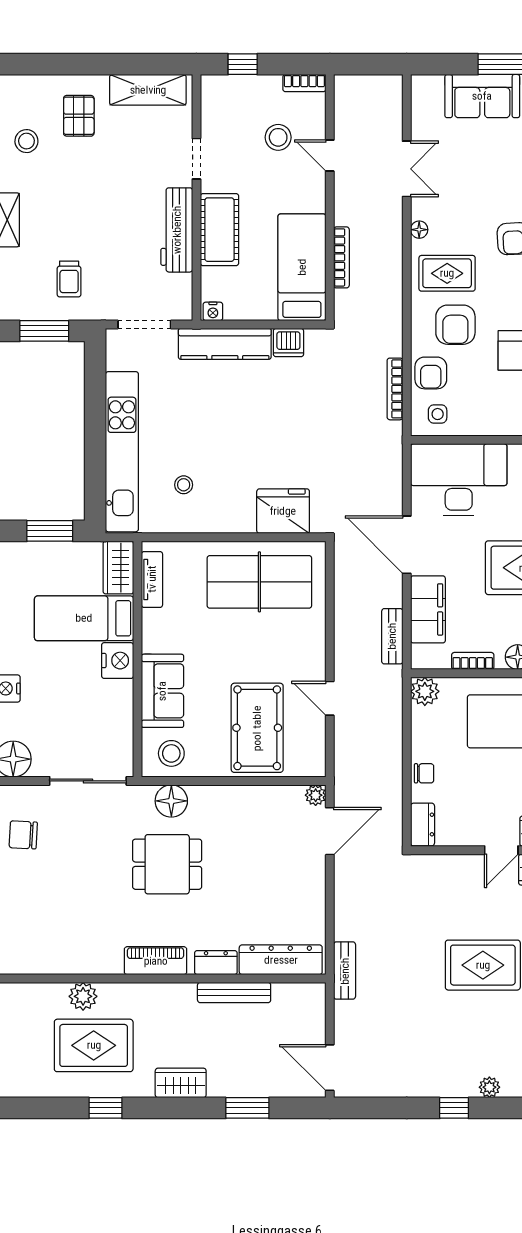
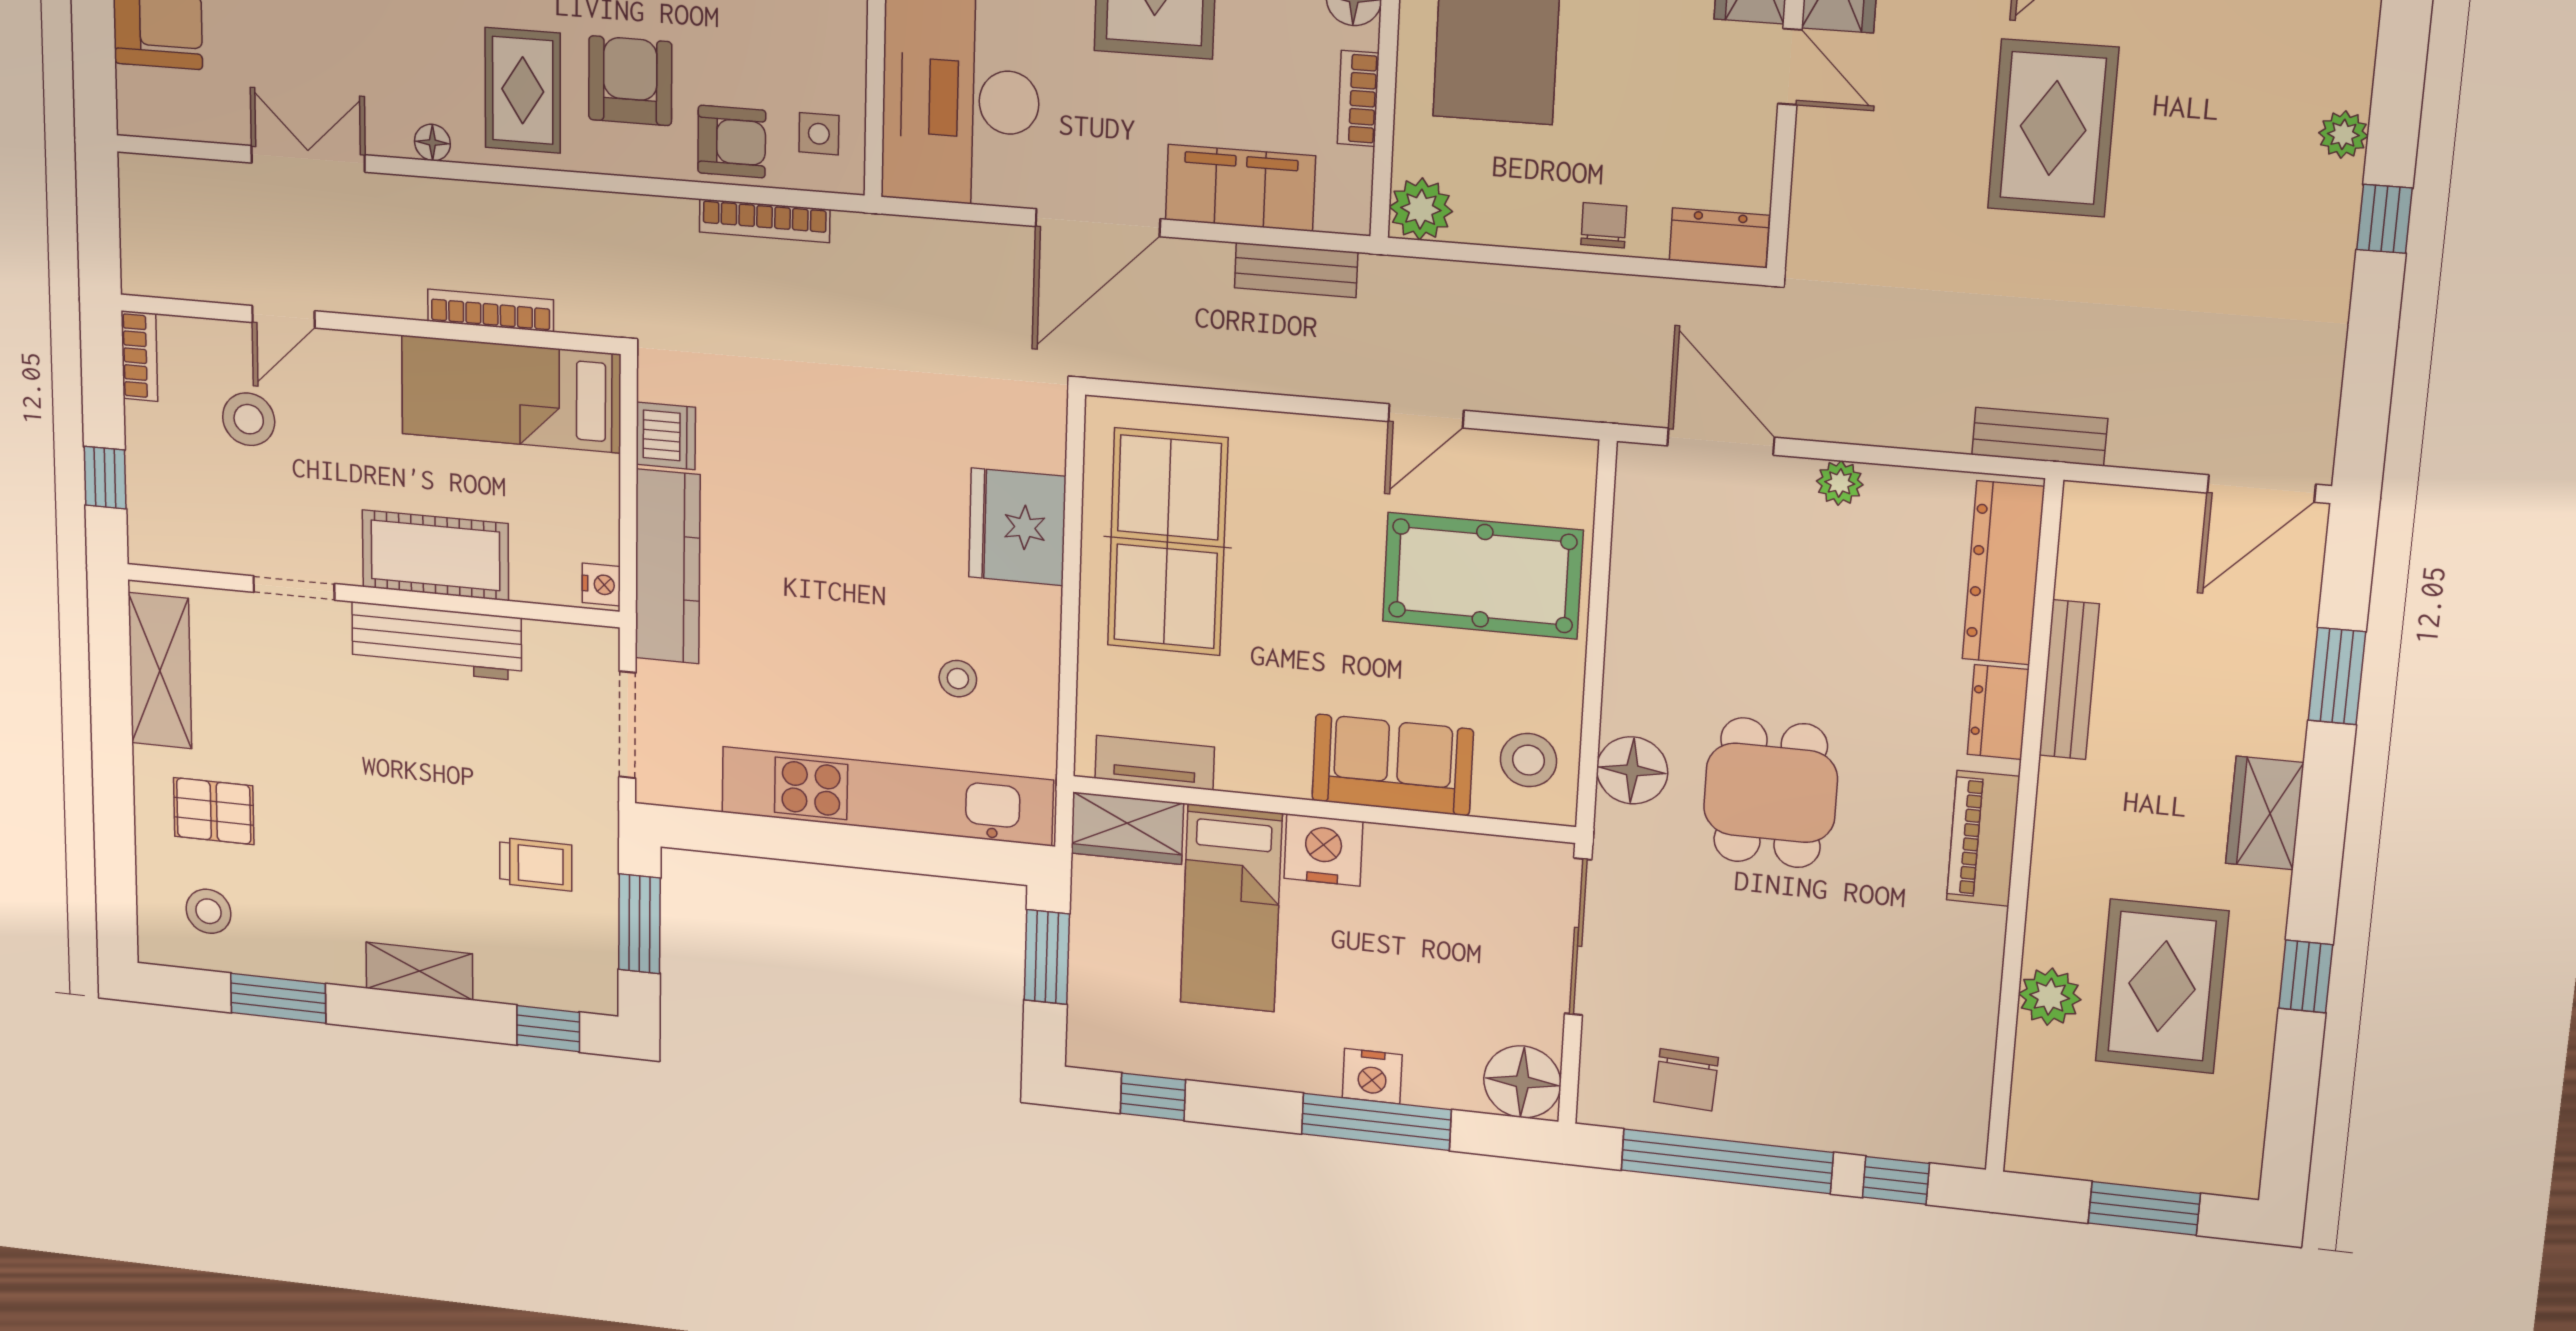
stool: (26, 141) -> (209, 911), moved
armchair: (455, 325) -> (630, 81), turned -90
fridge: (283, 511) -> (1017, 527), moved
plant: (316, 795) -> (1840, 483), moved

